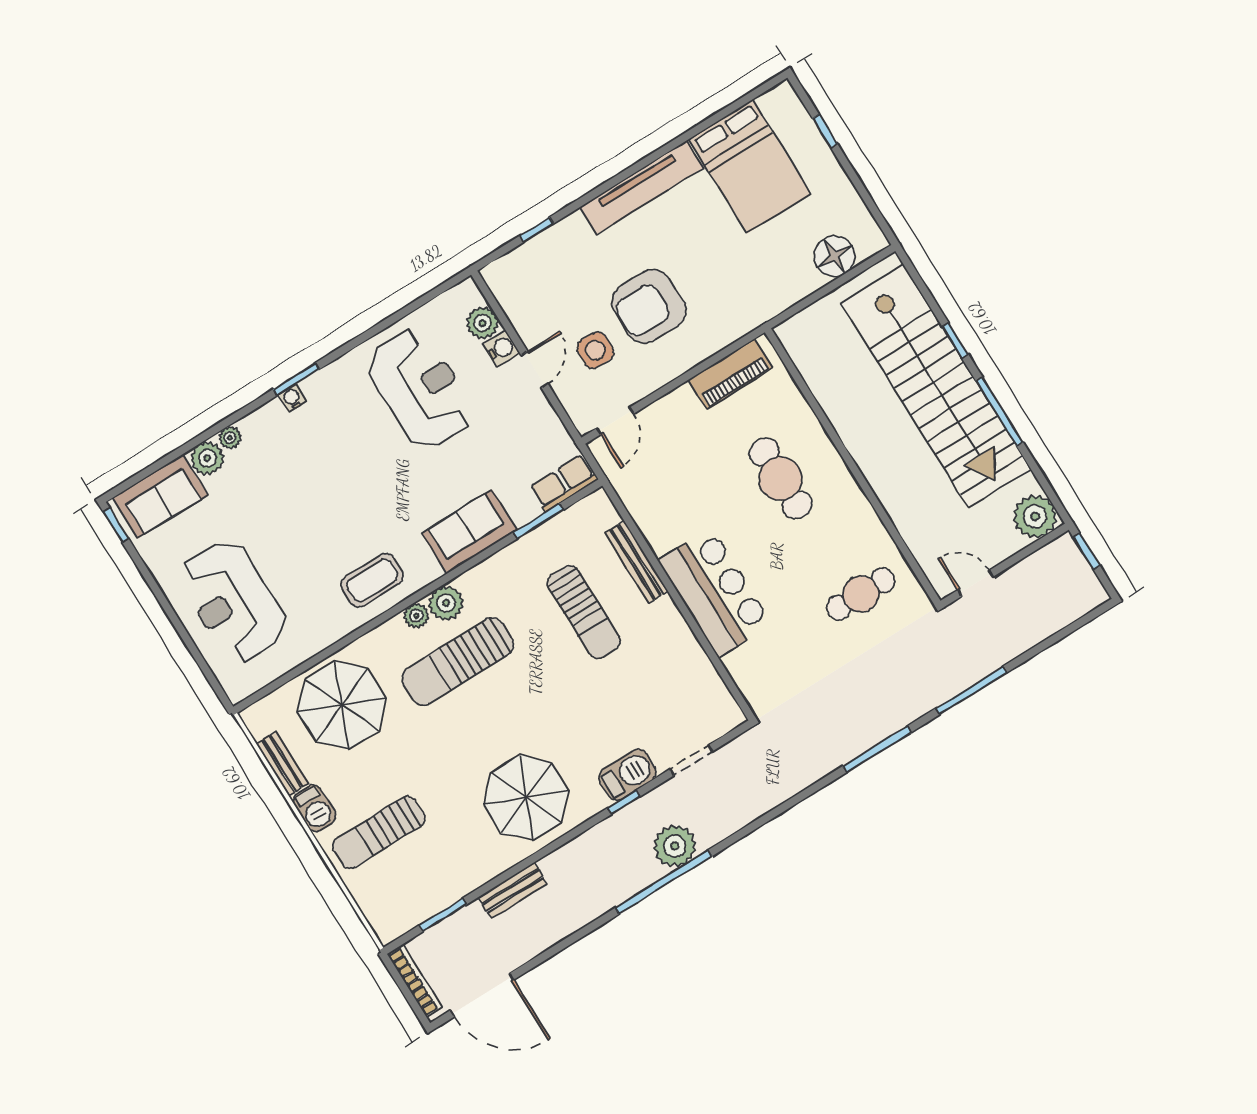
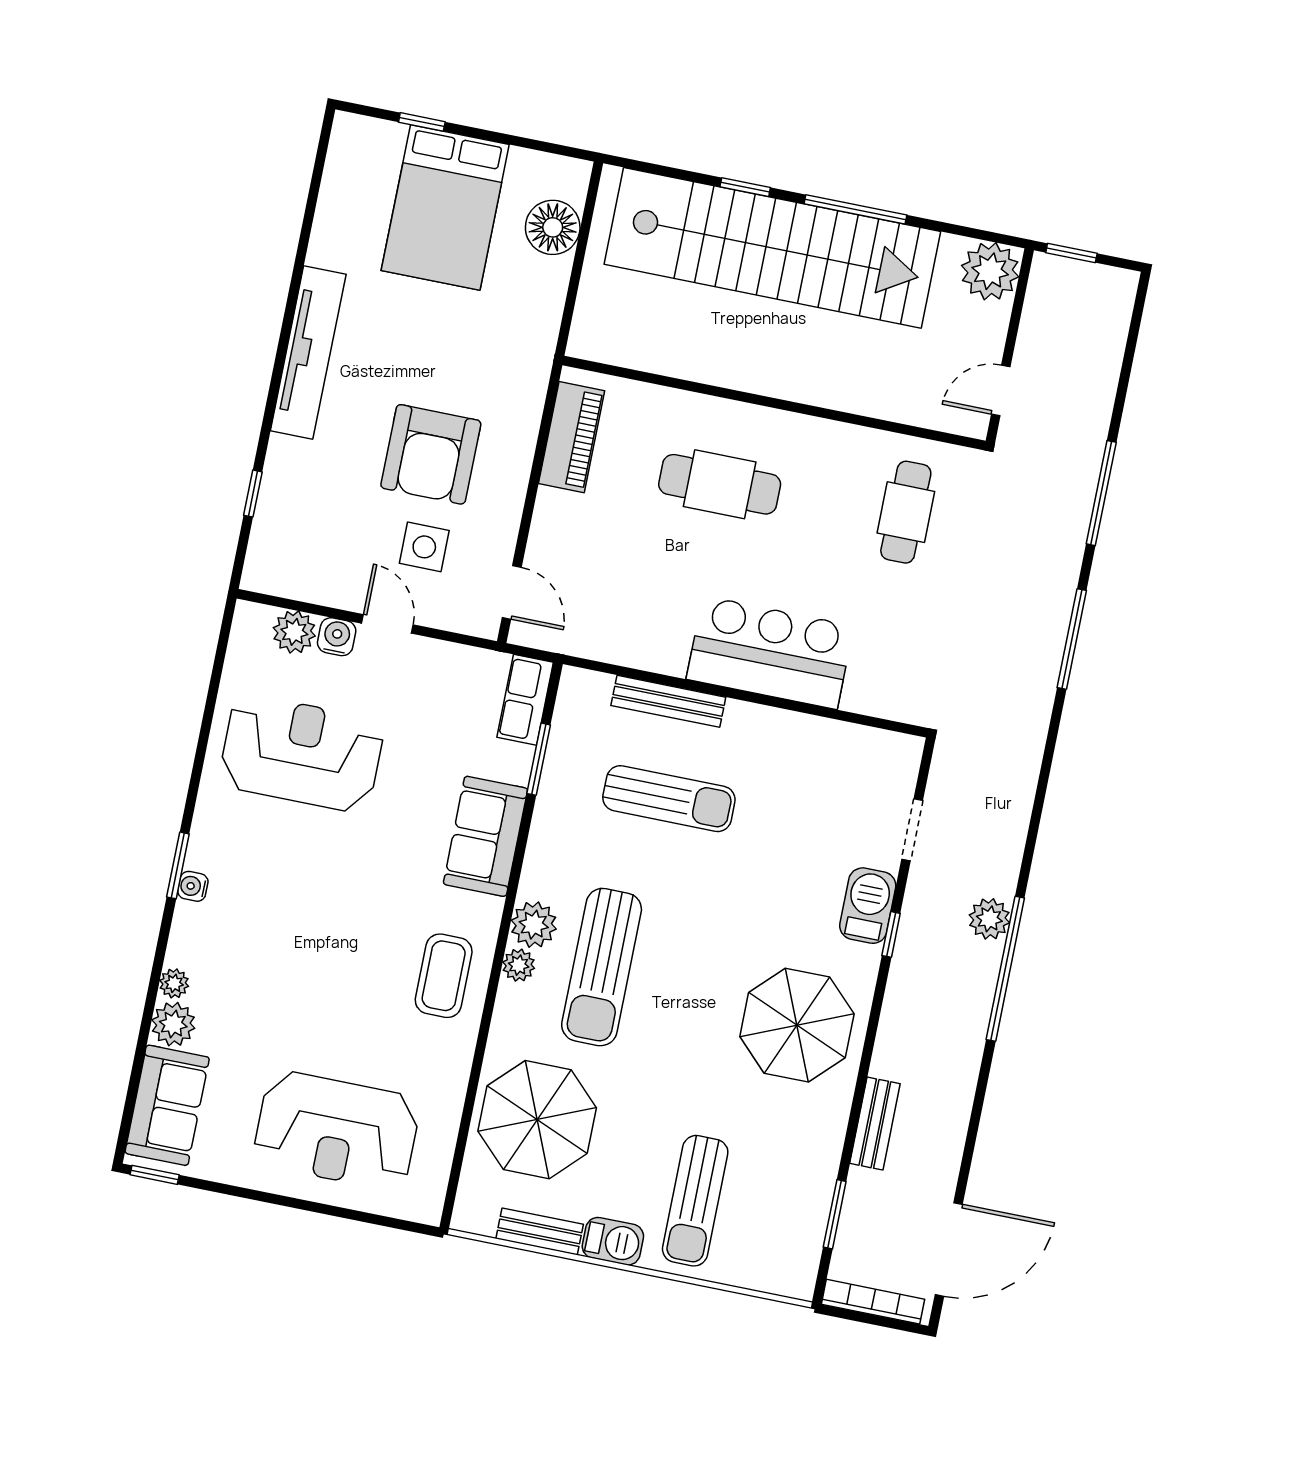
bed: (750, 167) -> (445, 208), moved, turned 90
plant: (675, 846) -> (989, 919), width x0.73, depth x0.73

